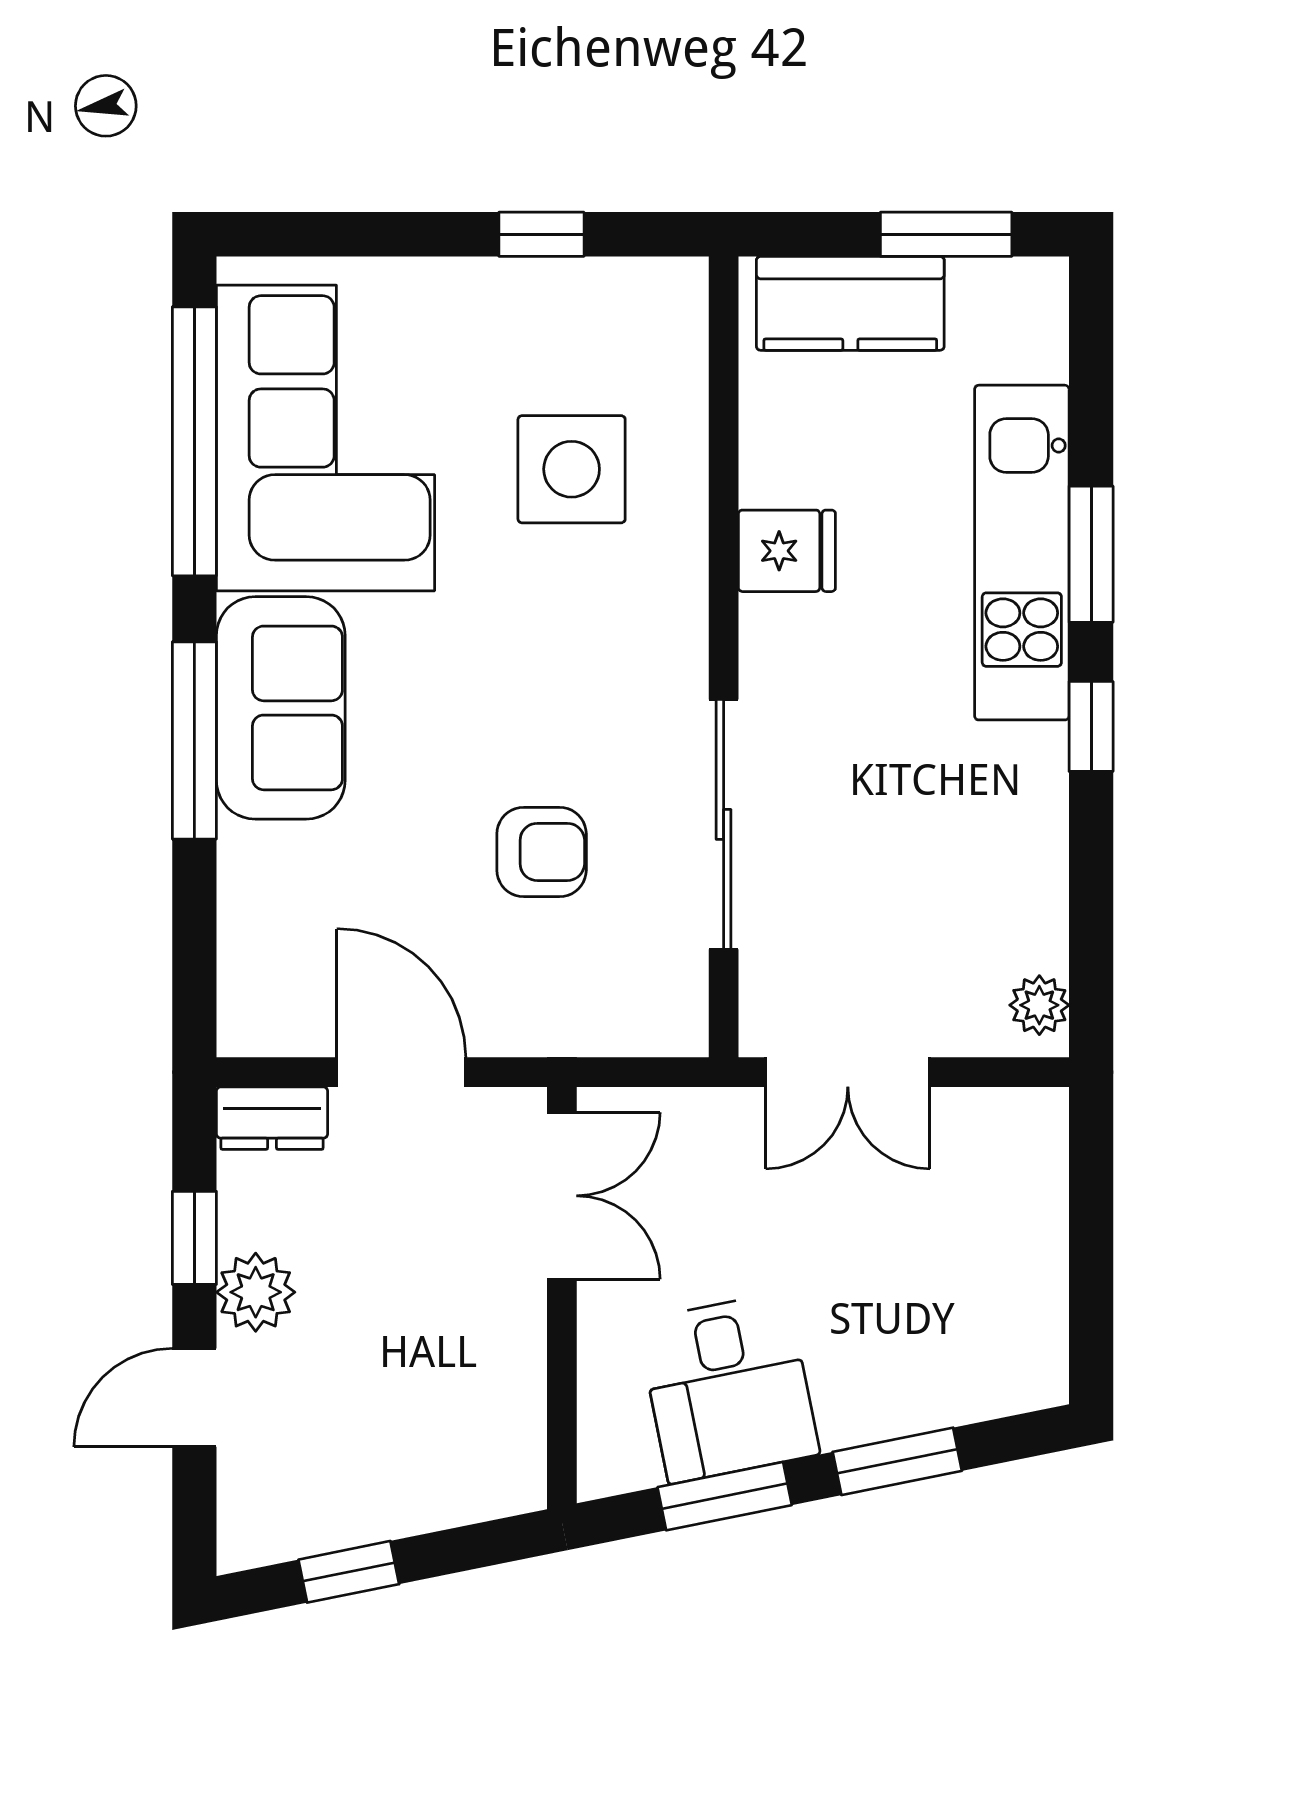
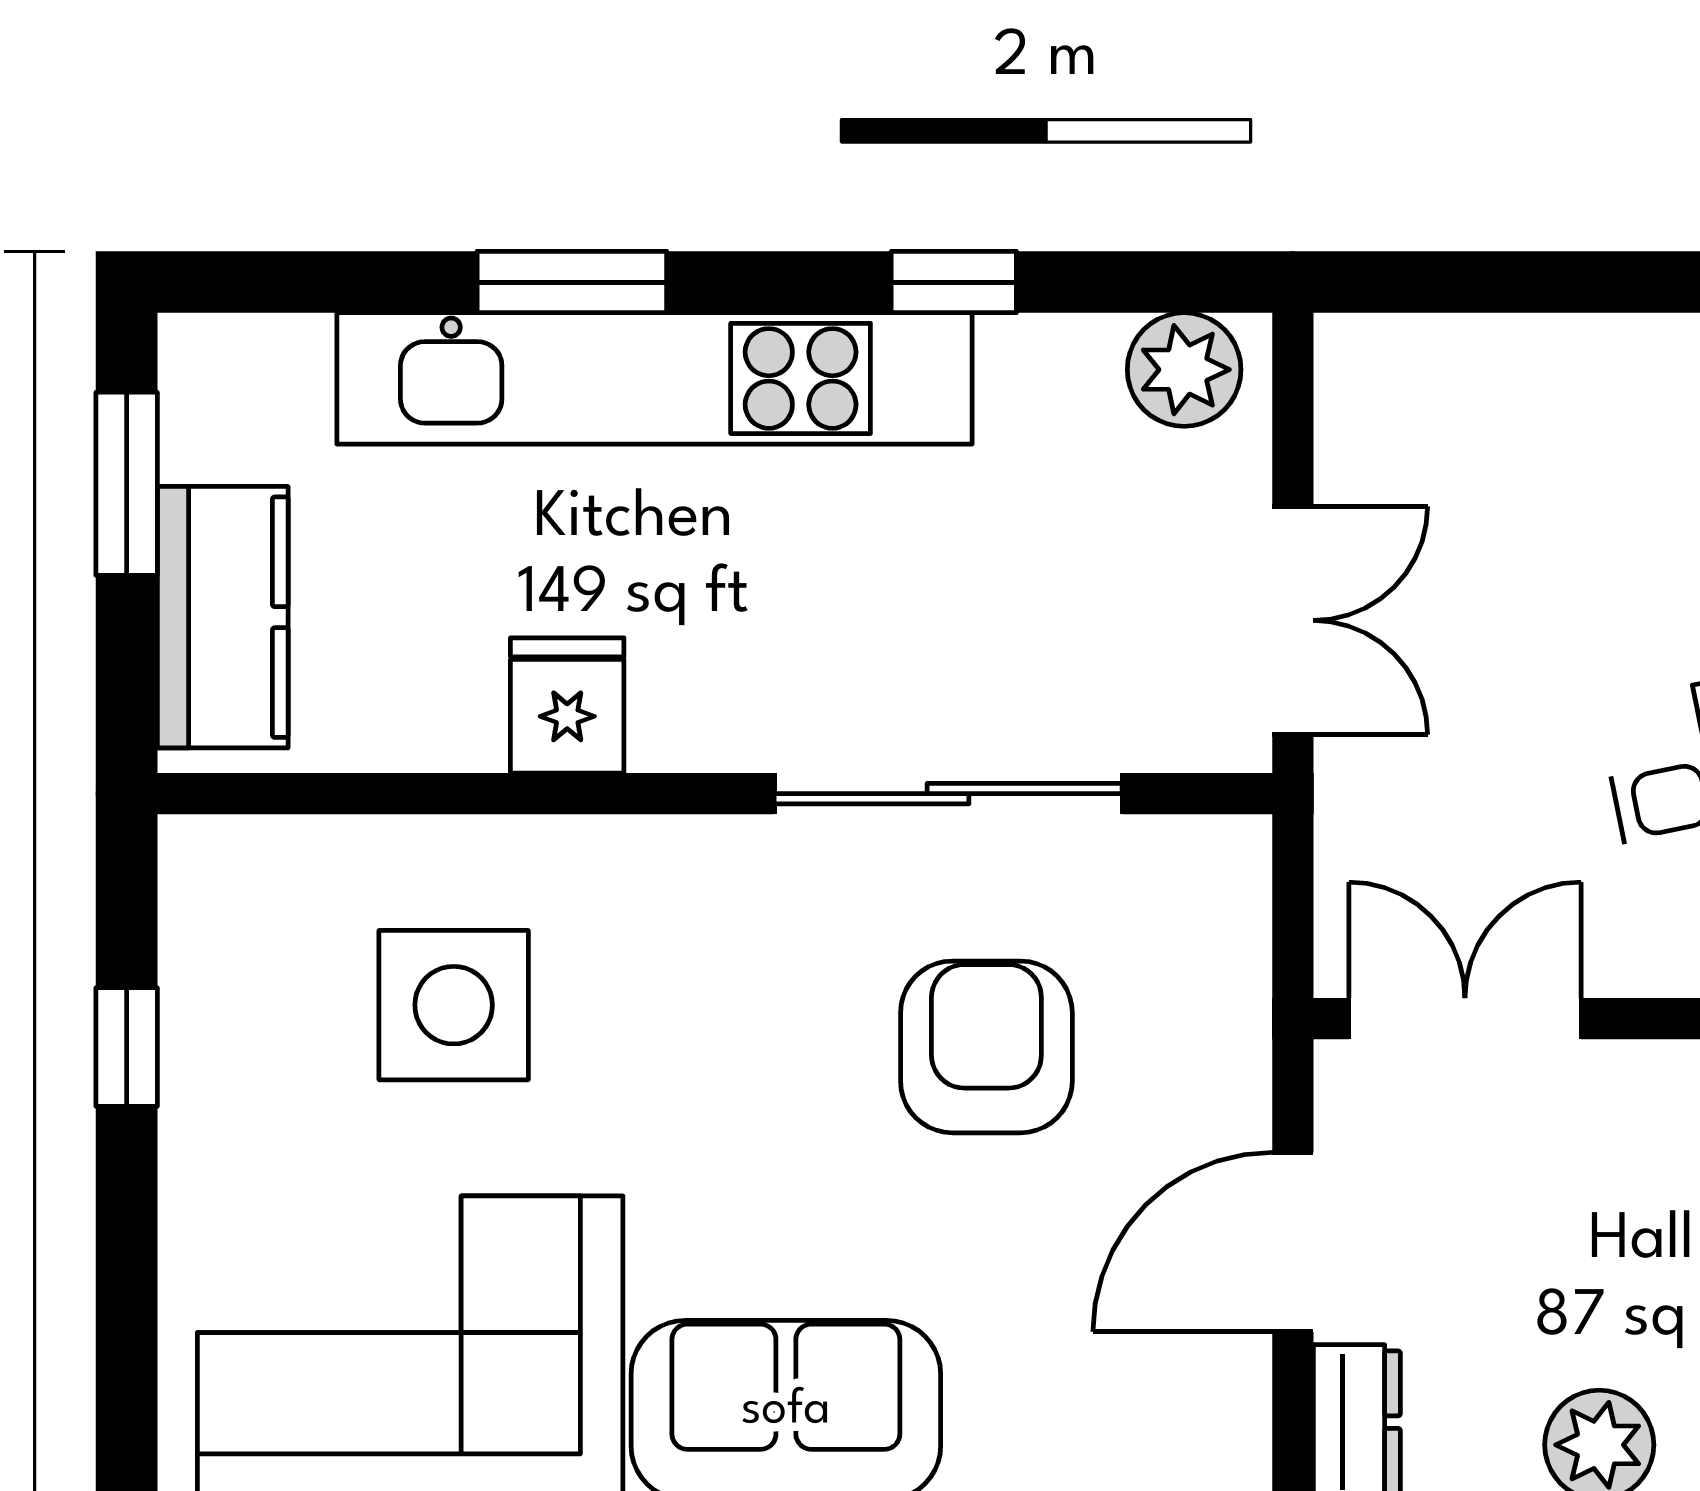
kitchen unit: (1022, 553) -> (654, 378), width x1.36
window: (1091, 726) -> (954, 282), moved
armchair: (542, 852) -> (986, 1047), width x1.38, depth x1.38
plant: (1039, 1005) -> (1184, 370), width x1.38, depth x1.38

